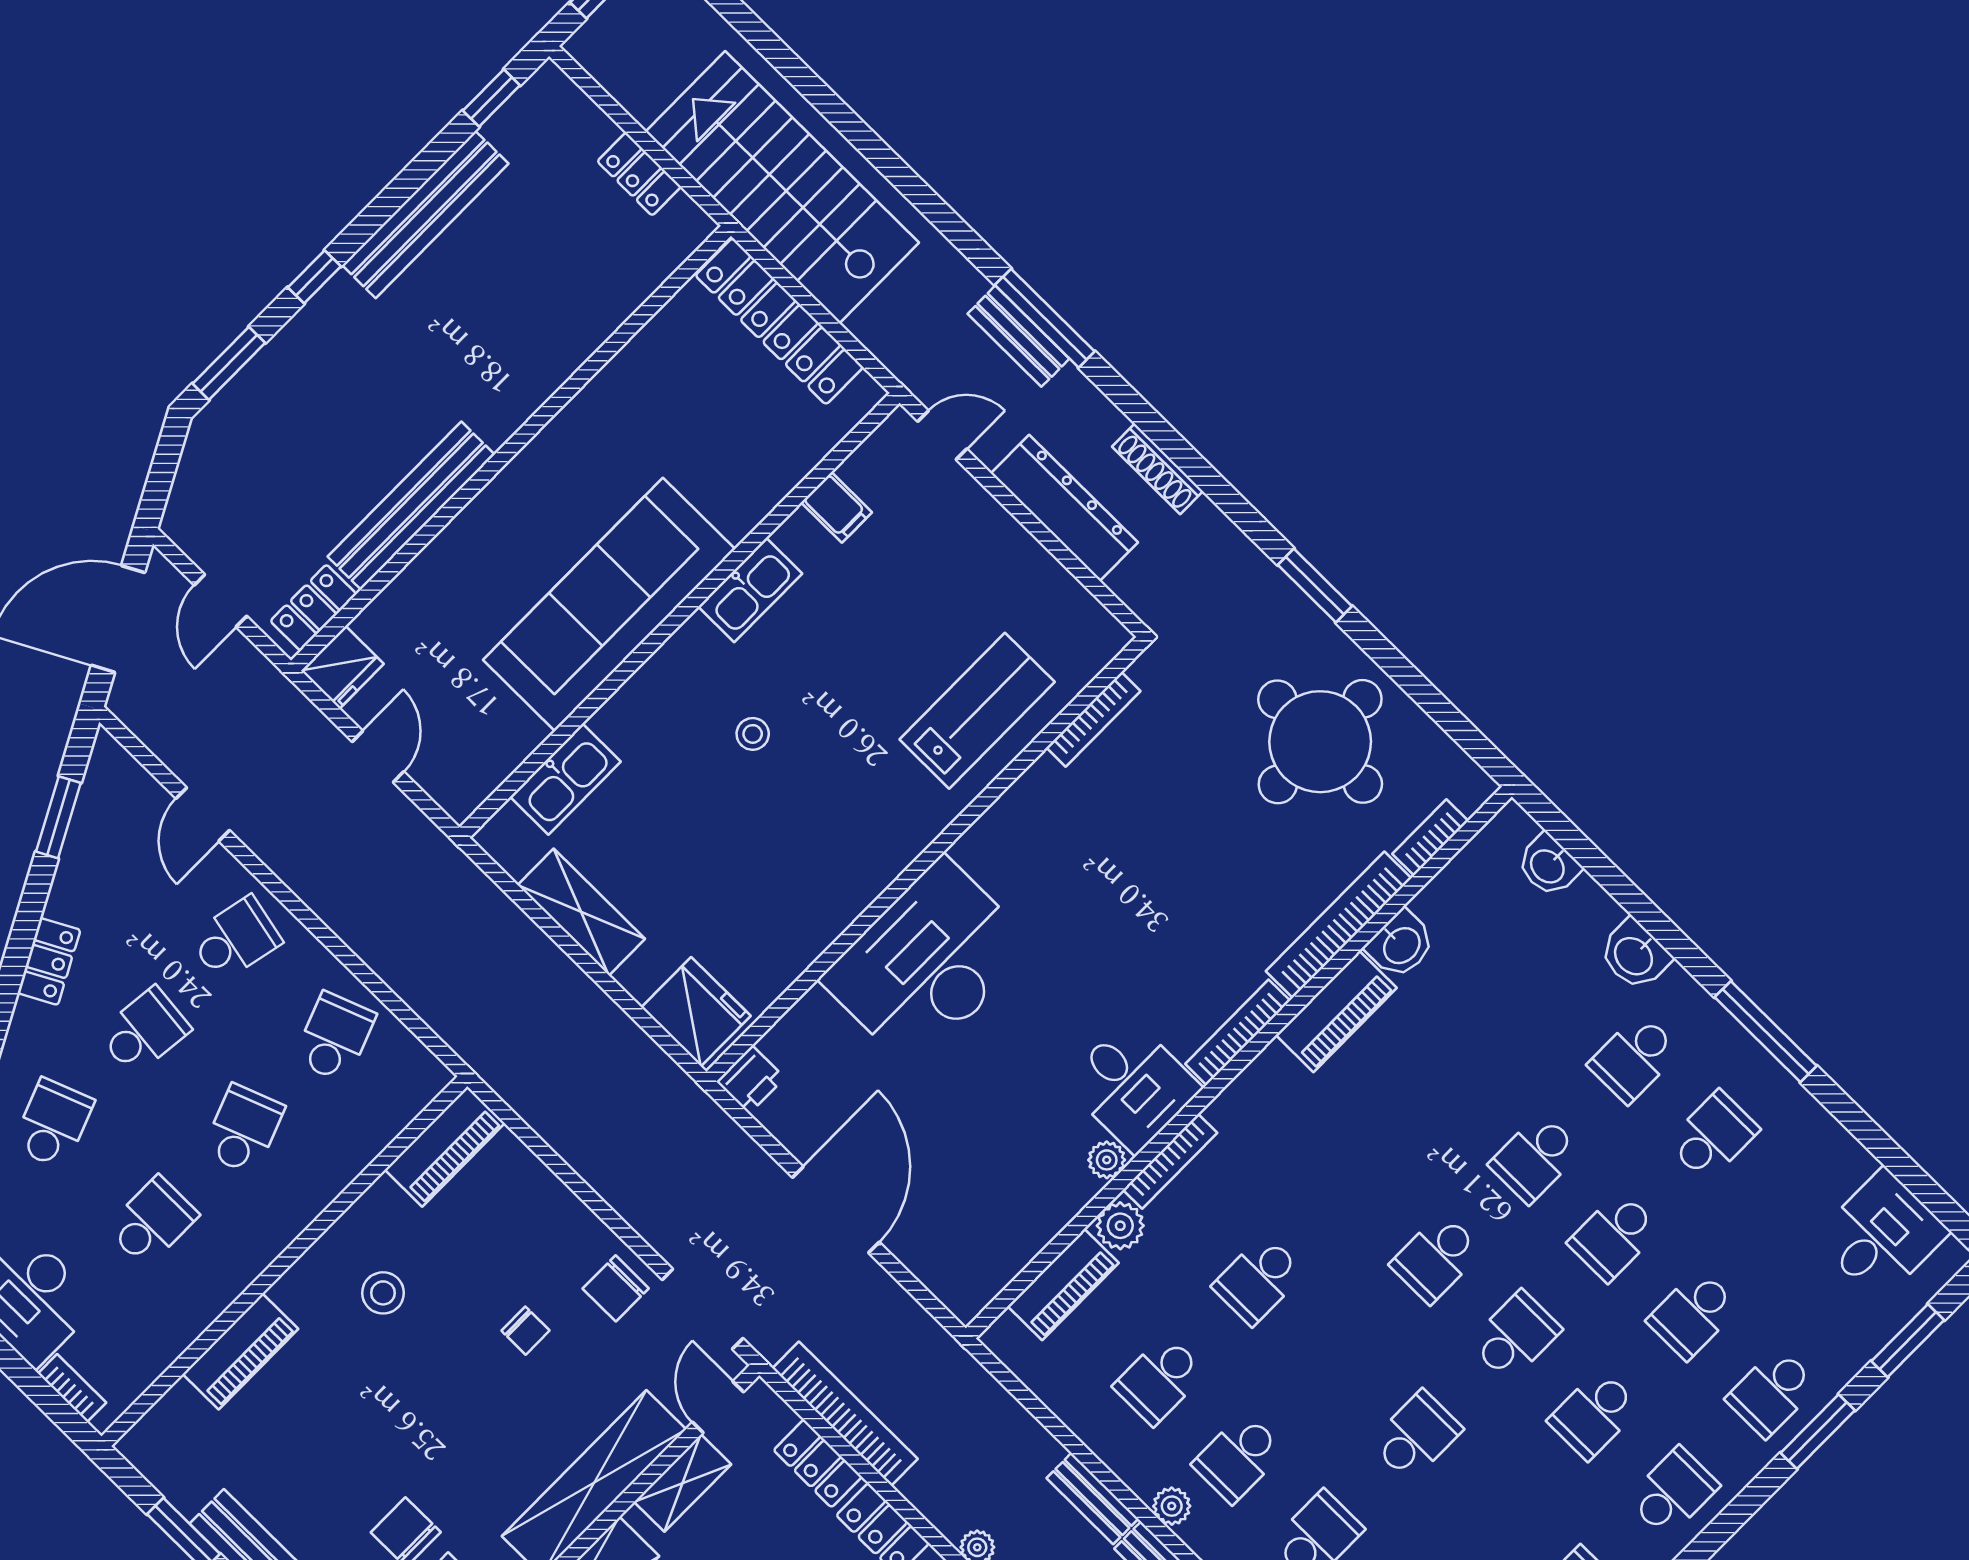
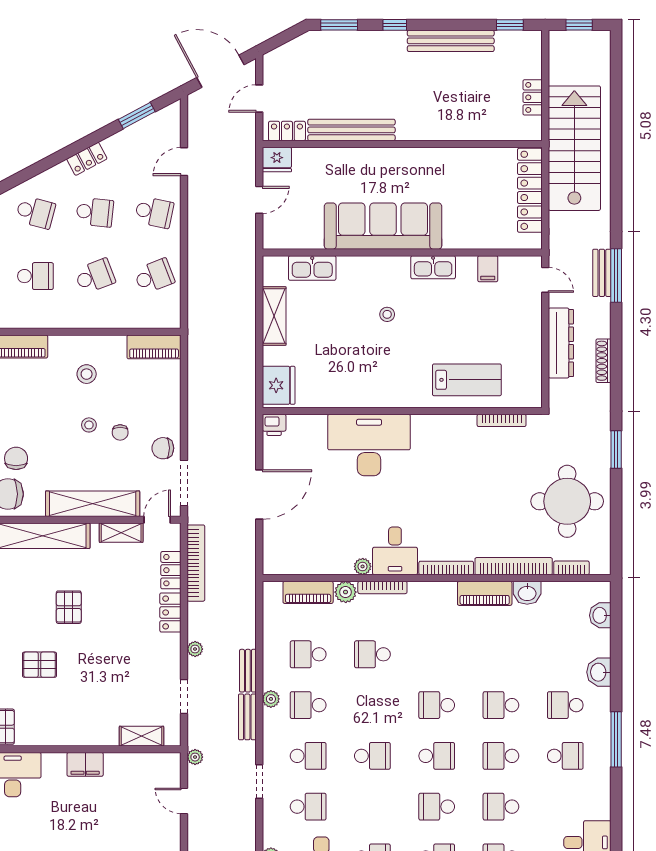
school desk: (53, 1123) -> (35, 212), turned 36
stool: (466, 1368) -> (89, 425), added

